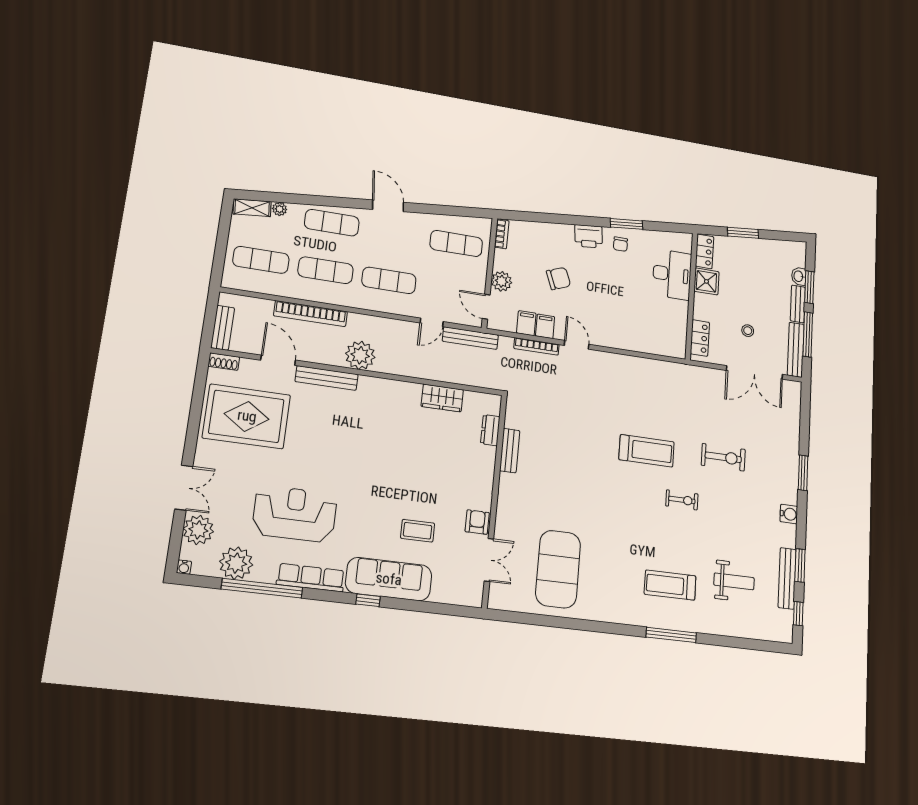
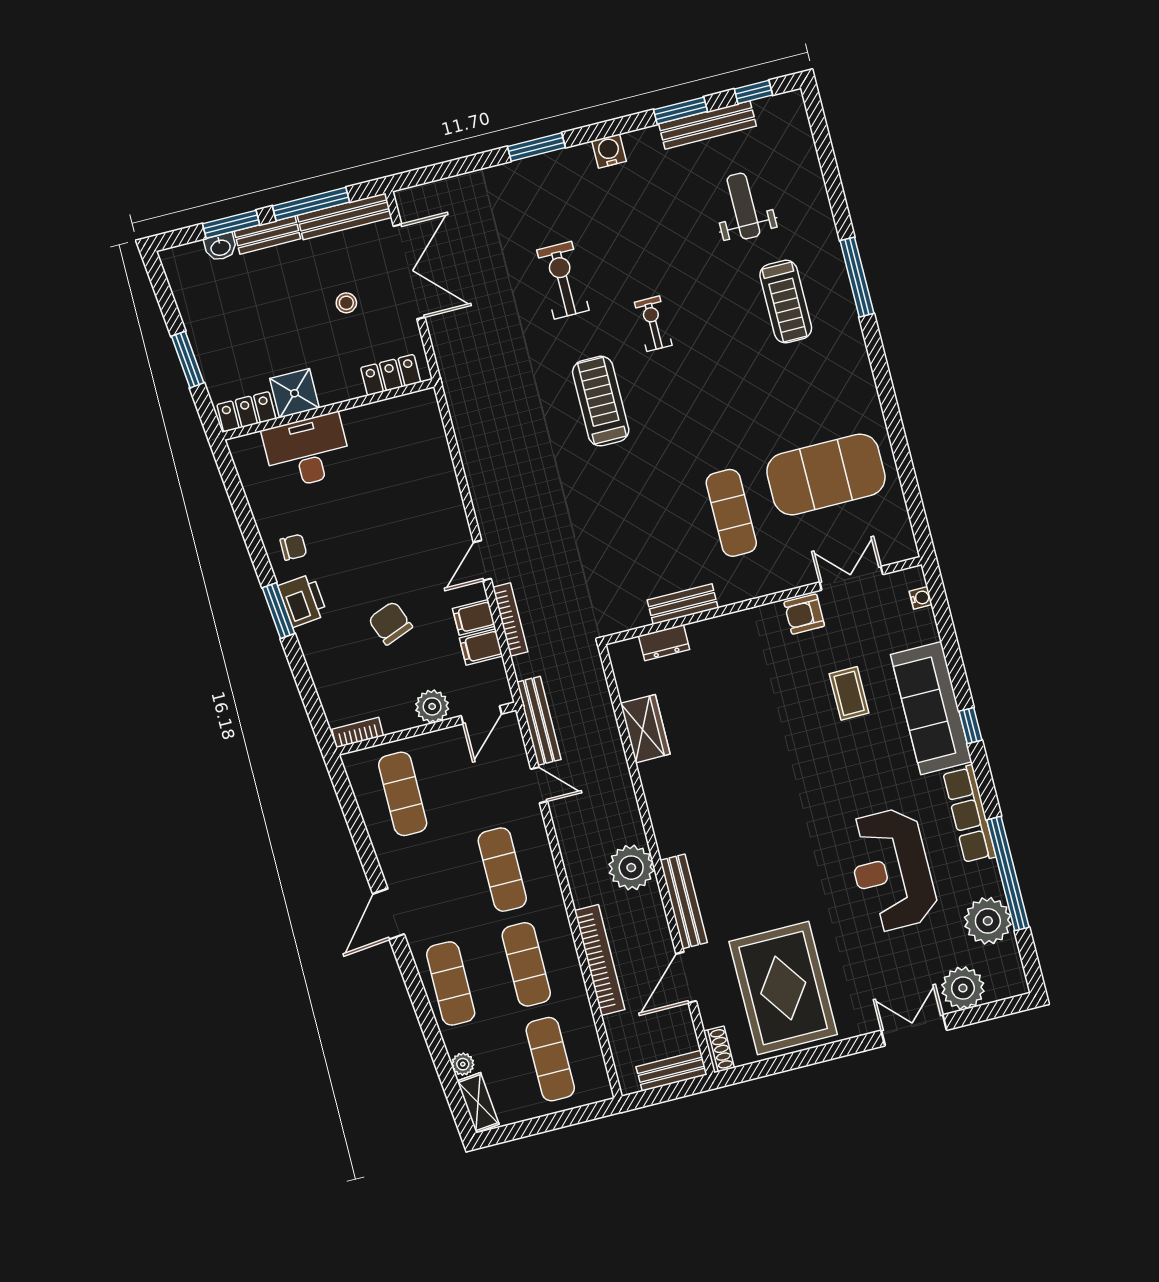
window: (626, 224) -> (279, 611), moved
exercise mat: (555, 502) -> (731, 513), added
water cooler: (184, 567) -> (921, 598), moved

